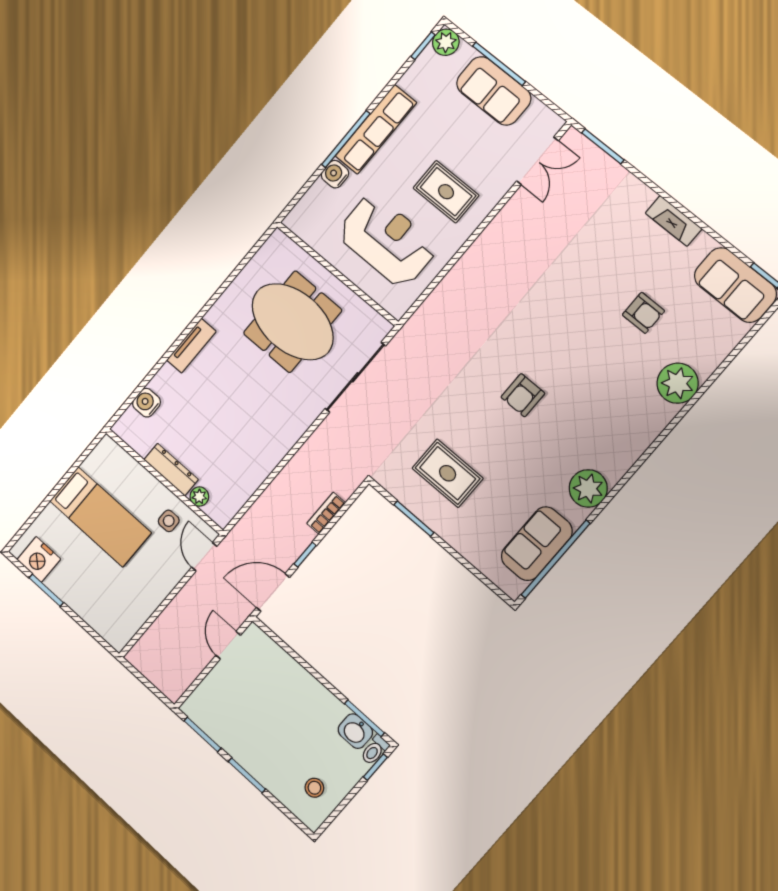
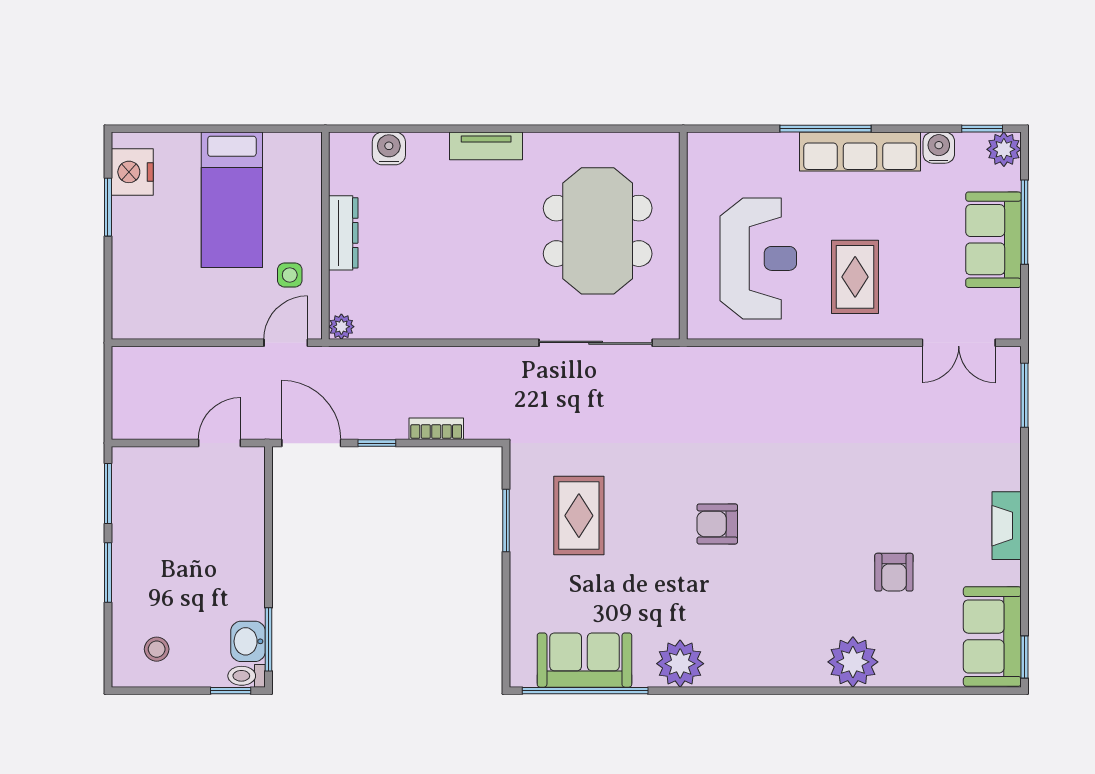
water cooler: (335, 174) -> (939, 148), moved
plant: (199, 497) -> (341, 327), moved

